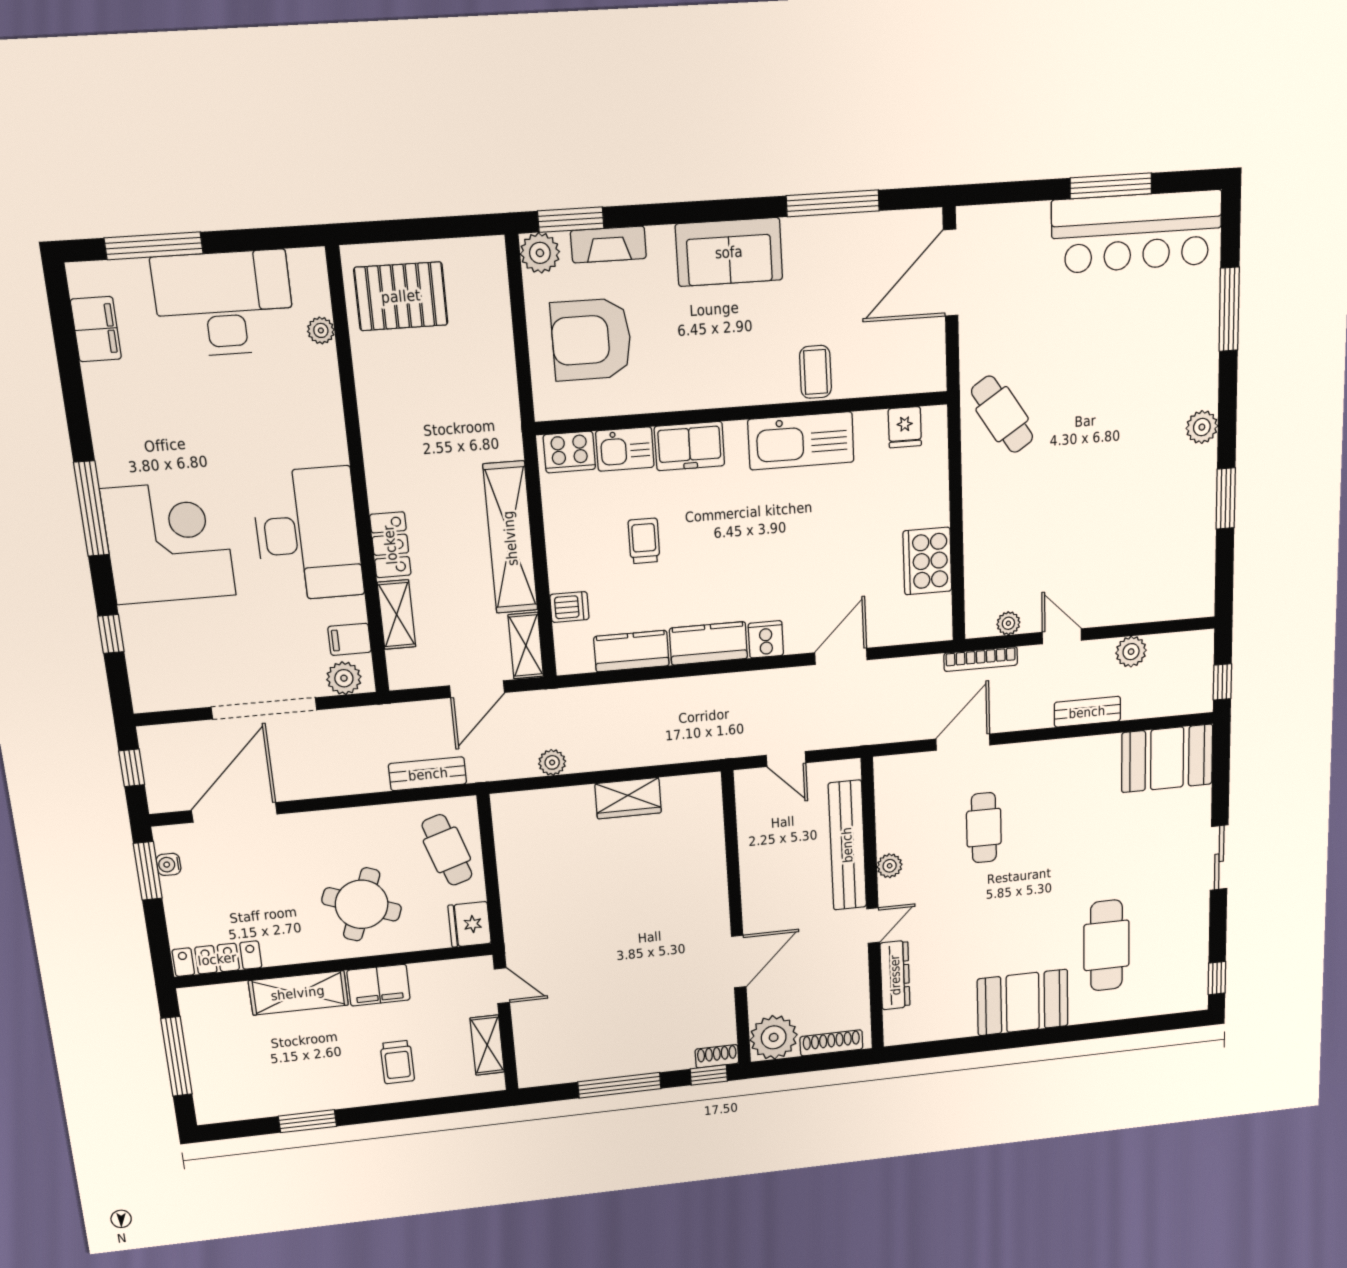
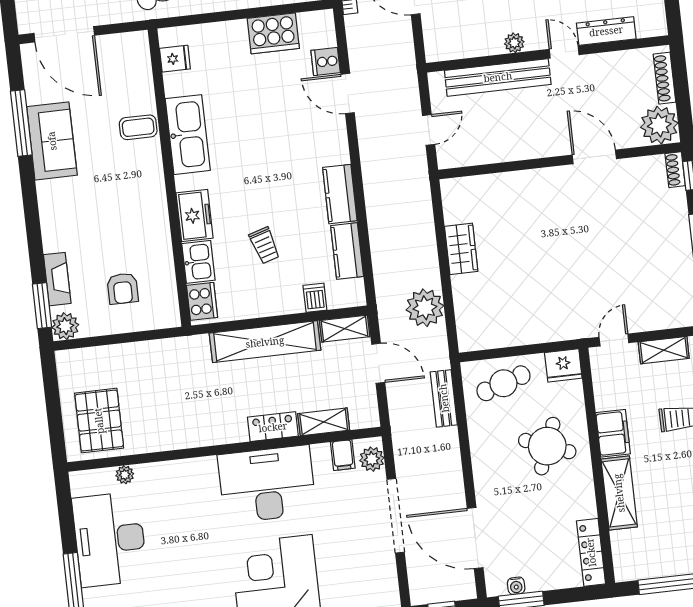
sofa: (729, 252) -> (52, 141), moved
armchair: (591, 340) -> (123, 289), width x0.53, depth x0.53
trolley: (644, 541) -> (264, 245), turned -107
cooker: (766, 639) -> (326, 62), moved
plant: (552, 762) -> (425, 308), width x1.88, depth x1.88

